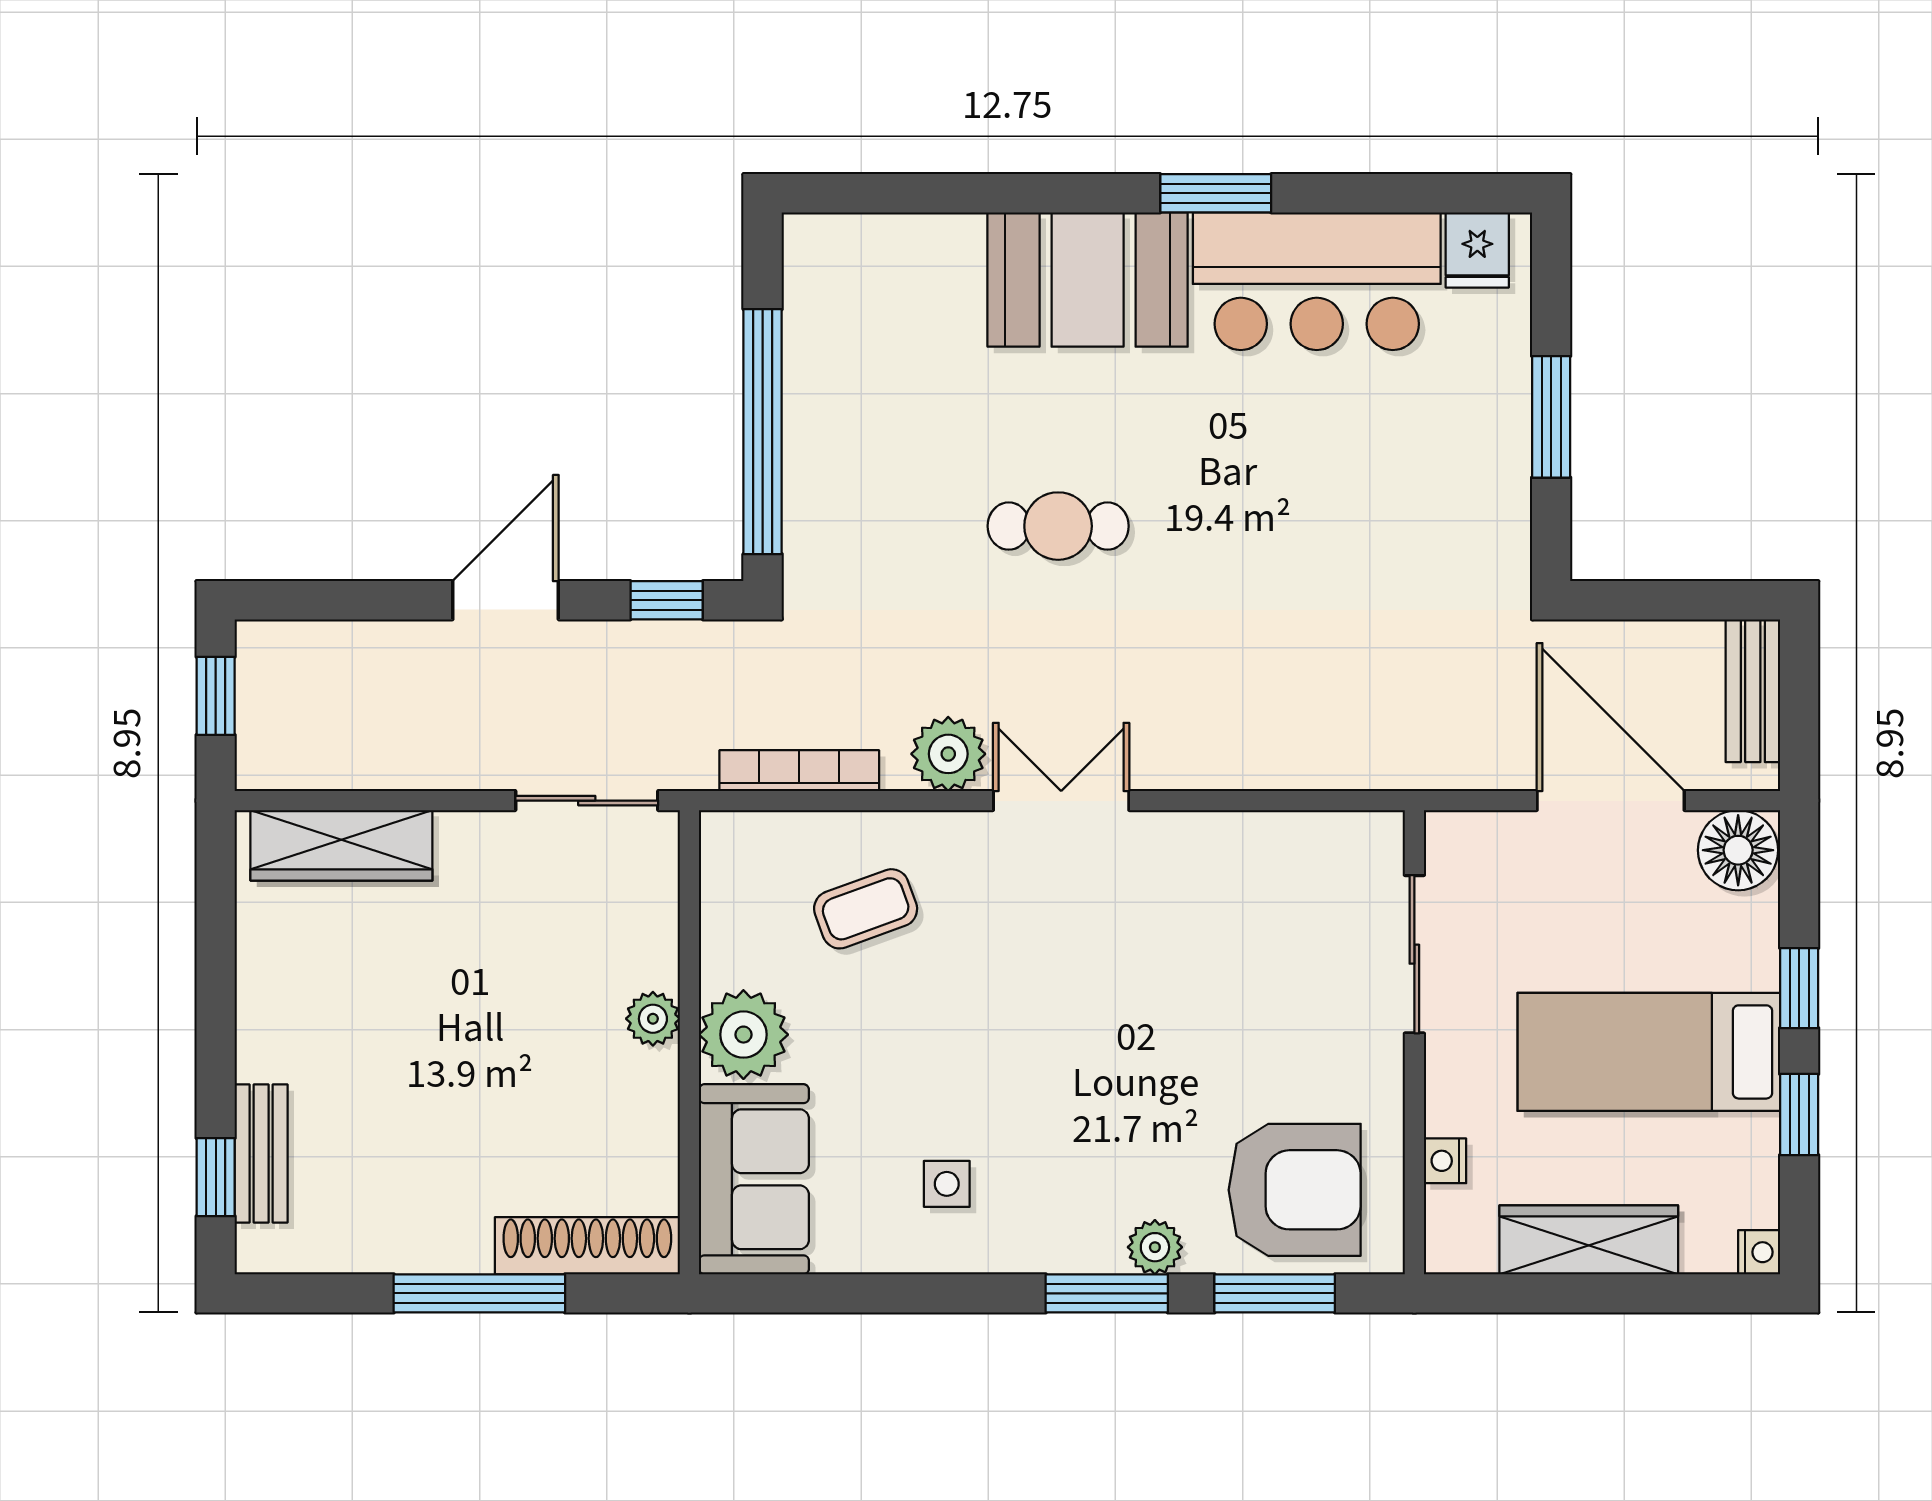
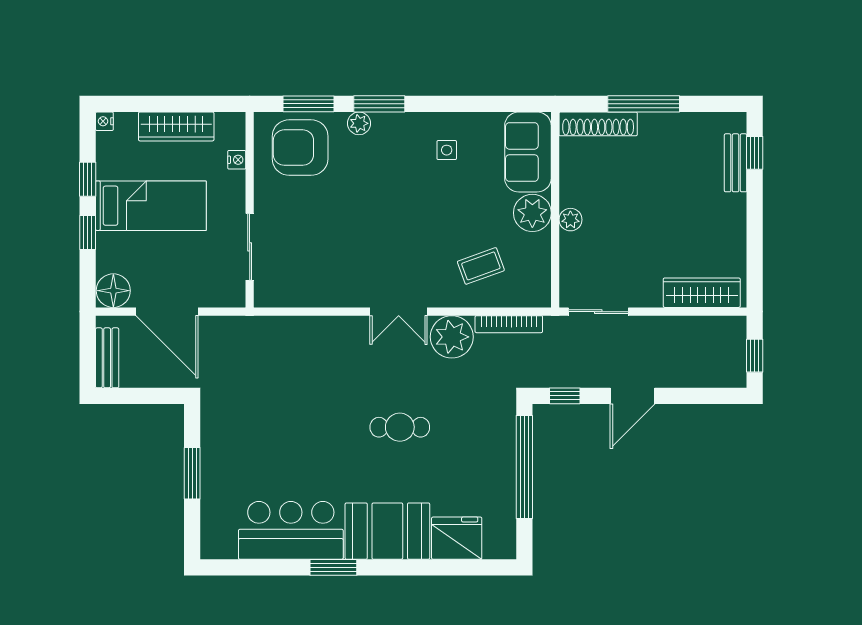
fridge: (1477, 250) -> (457, 538), moved, width x1.88, depth x1.34
plant: (948, 754) -> (452, 337), width x1.36, depth x1.36

